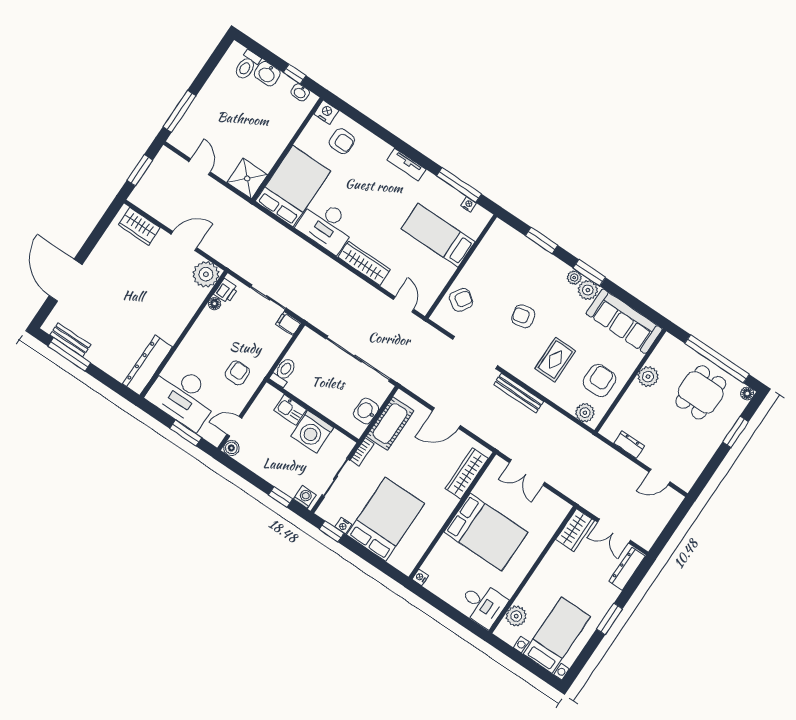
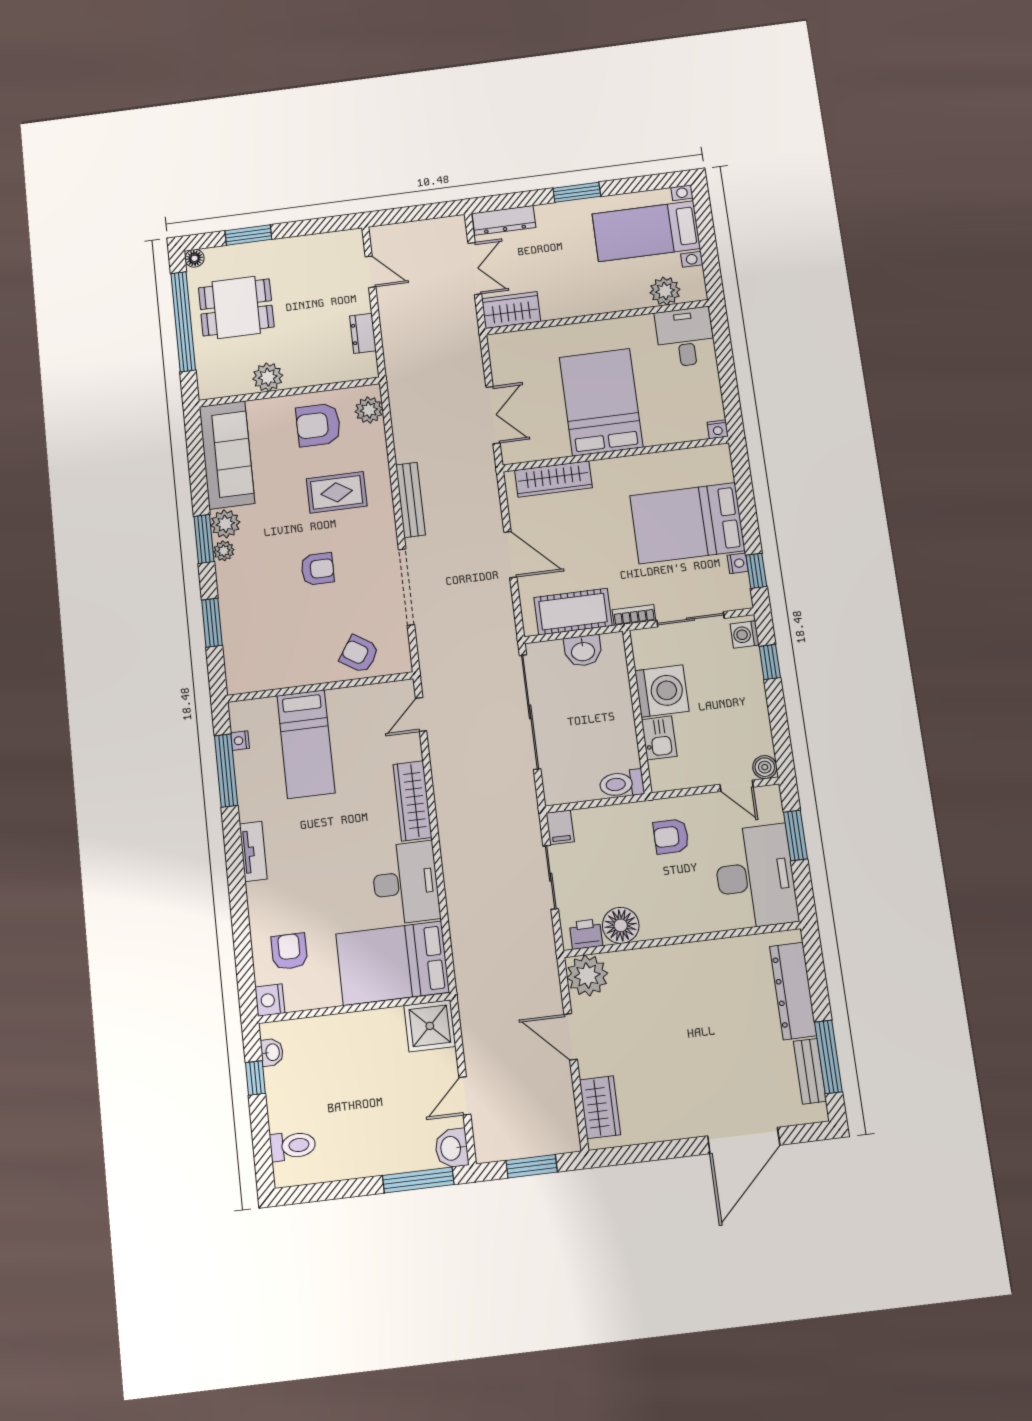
washbasin: (267, 74) -> (452, 1148), moved, turned 180
floor lamp: (214, 304) -> (621, 925), width x1.89, depth x1.89
armchair: (523, 316) -> (318, 569), turned -76
dresser: (148, 365) -> (793, 991), moved, turned 90

